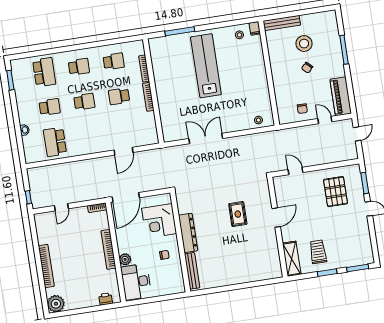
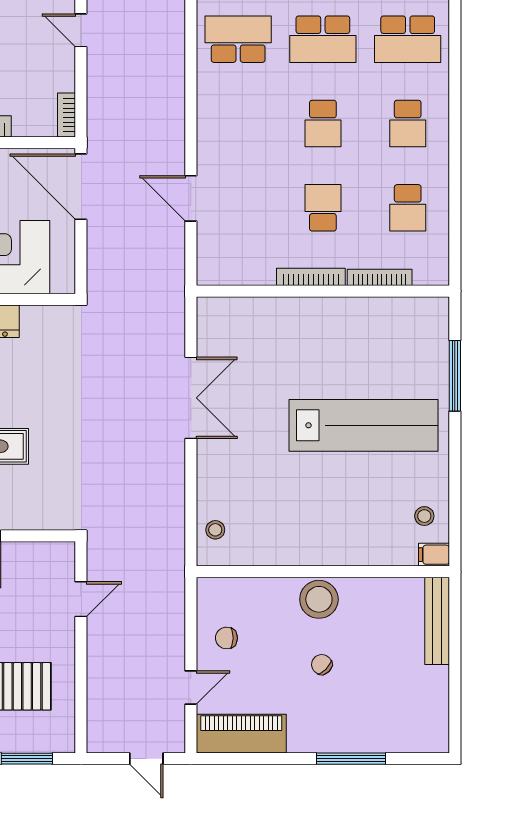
stool: (304, 44) -> (319, 599), moved
school desk: (50, 107) -> (323, 39), width x1.85

